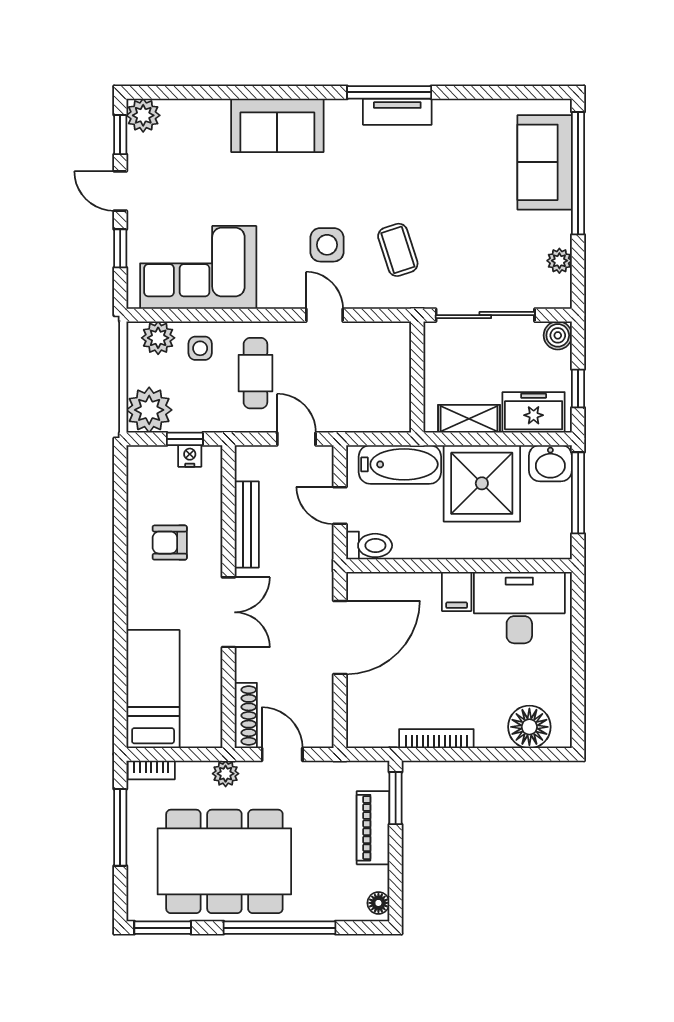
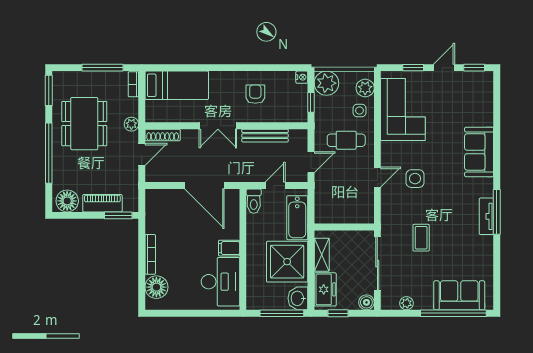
plant: (143, 115) -> (484, 80), removed
coffee table: (398, 250) -> (421, 238), moved, turned -72
nightstand: (190, 456) -> (302, 77), moved
bookcase: (436, 739) -> (150, 254), moved
dining table: (224, 861) -> (84, 124), width x0.73, depth x0.80
floor lamp: (378, 903) -> (67, 201), width x1.89, depth x1.89

